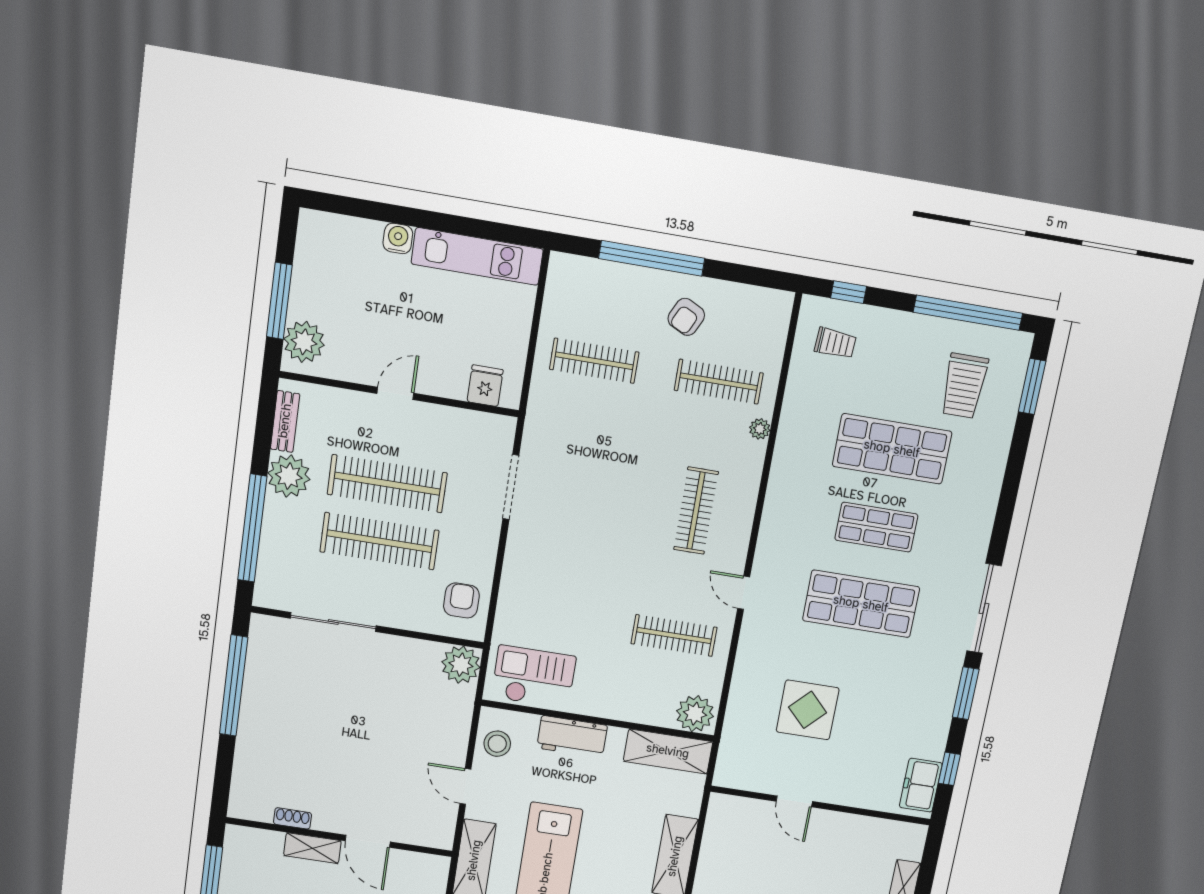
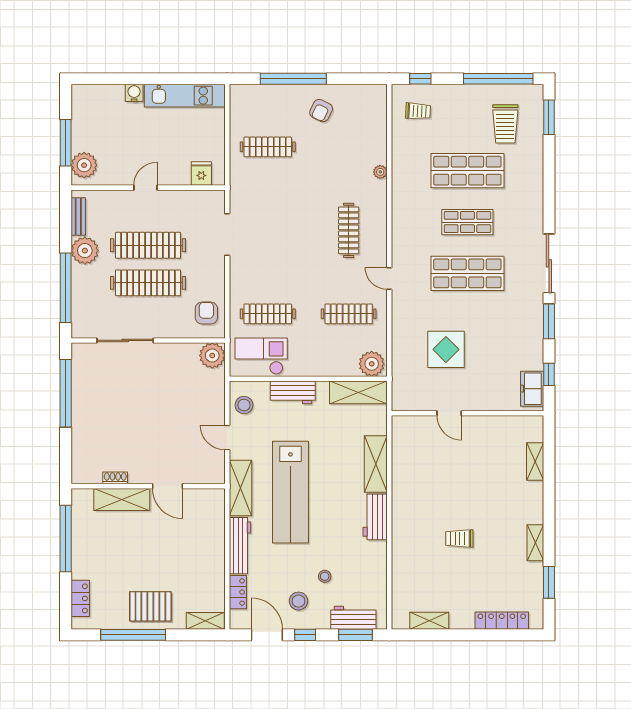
clothes rail: (719, 382) -> (268, 314), moved
shelving: (312, 848) -> (122, 499), width x1.50, depth x1.33

